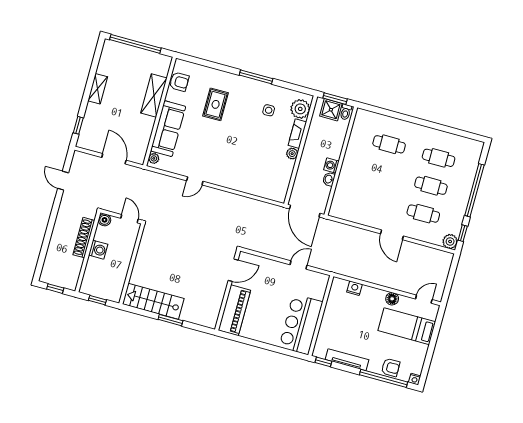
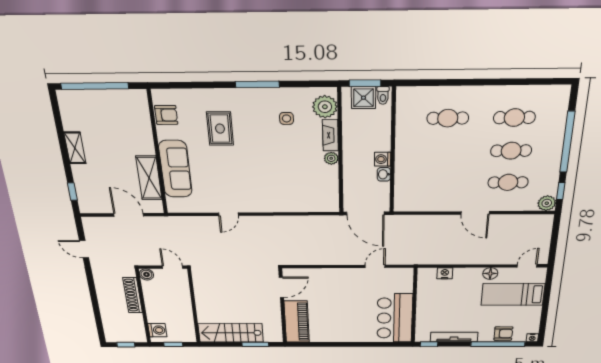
shelving: (154, 95) -> (149, 178), moved
plant: (154, 158) -> (173, 203), removed
washing machine: (98, 250) -> (157, 330), moved
door: (233, 270) -> (281, 288), moved
wall: (228, 290) -> (282, 306), moved
piano: (234, 310) -> (297, 322), moved

